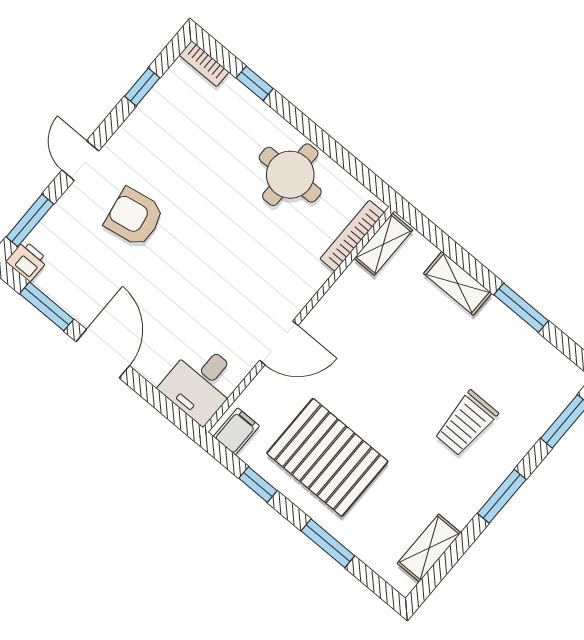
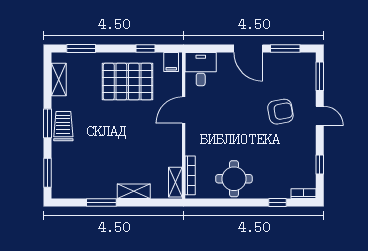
printer: (27, 261) -> (308, 60), removed
trolley: (466, 423) -> (63, 126), moved
window: (328, 543) -> (81, 48), moved

